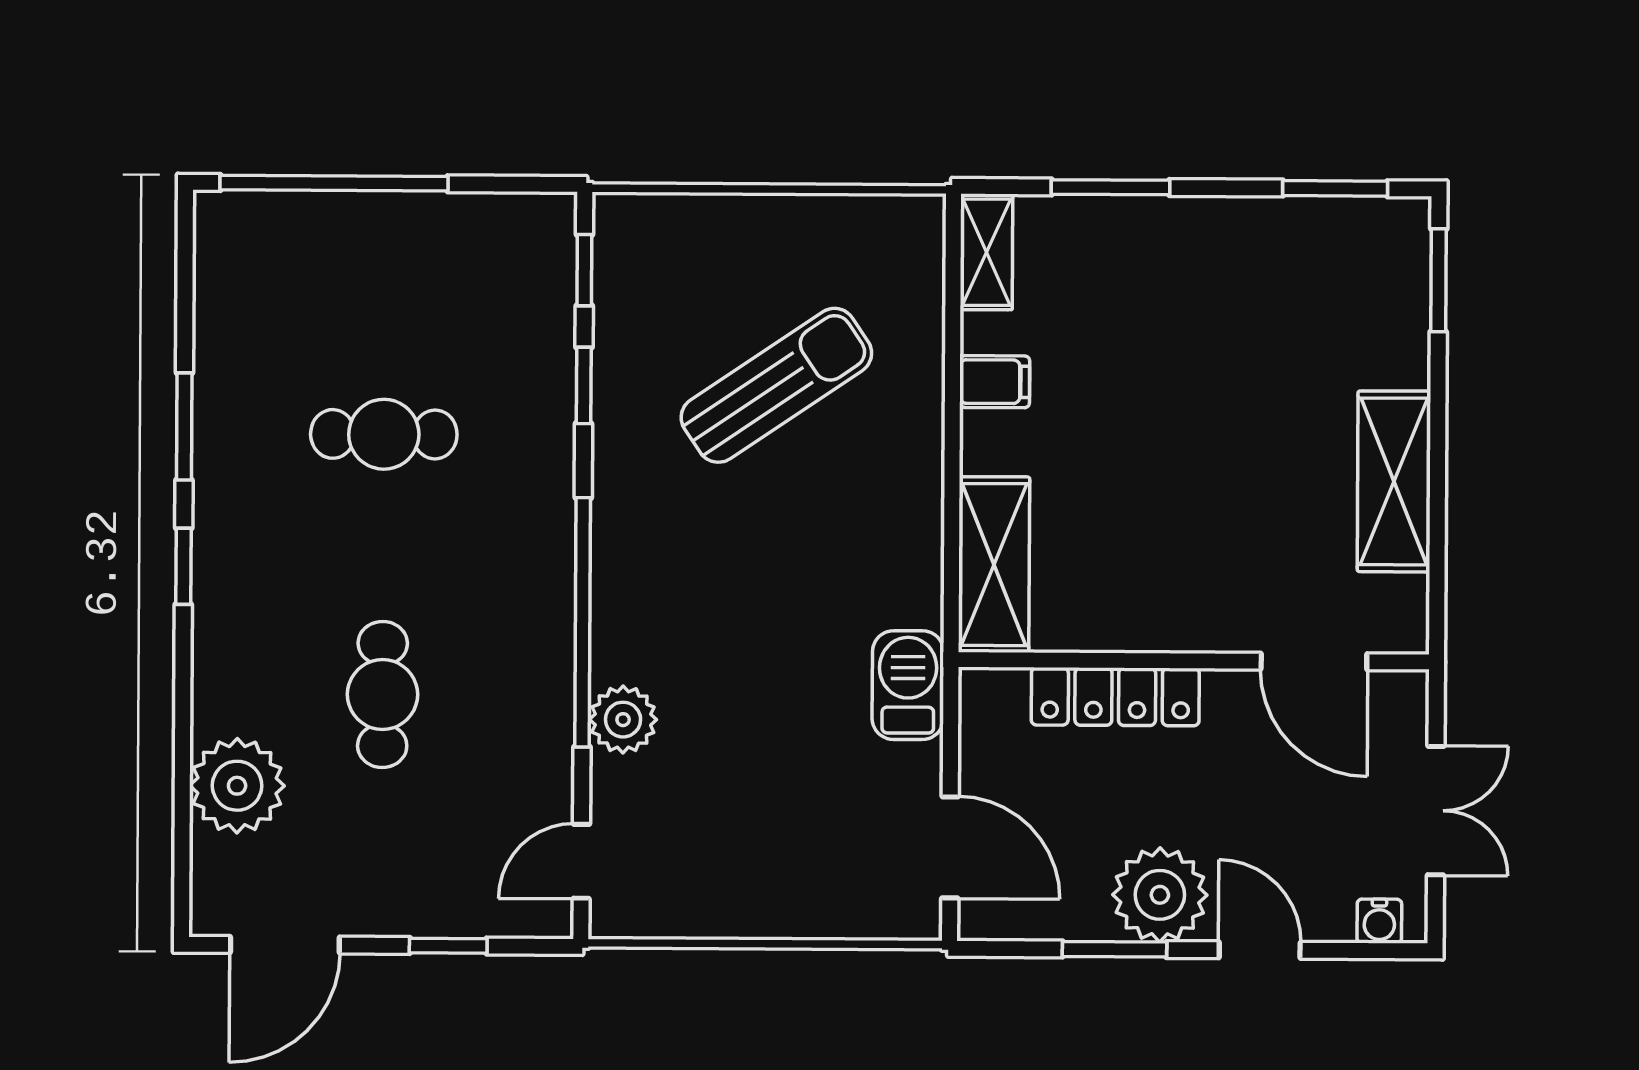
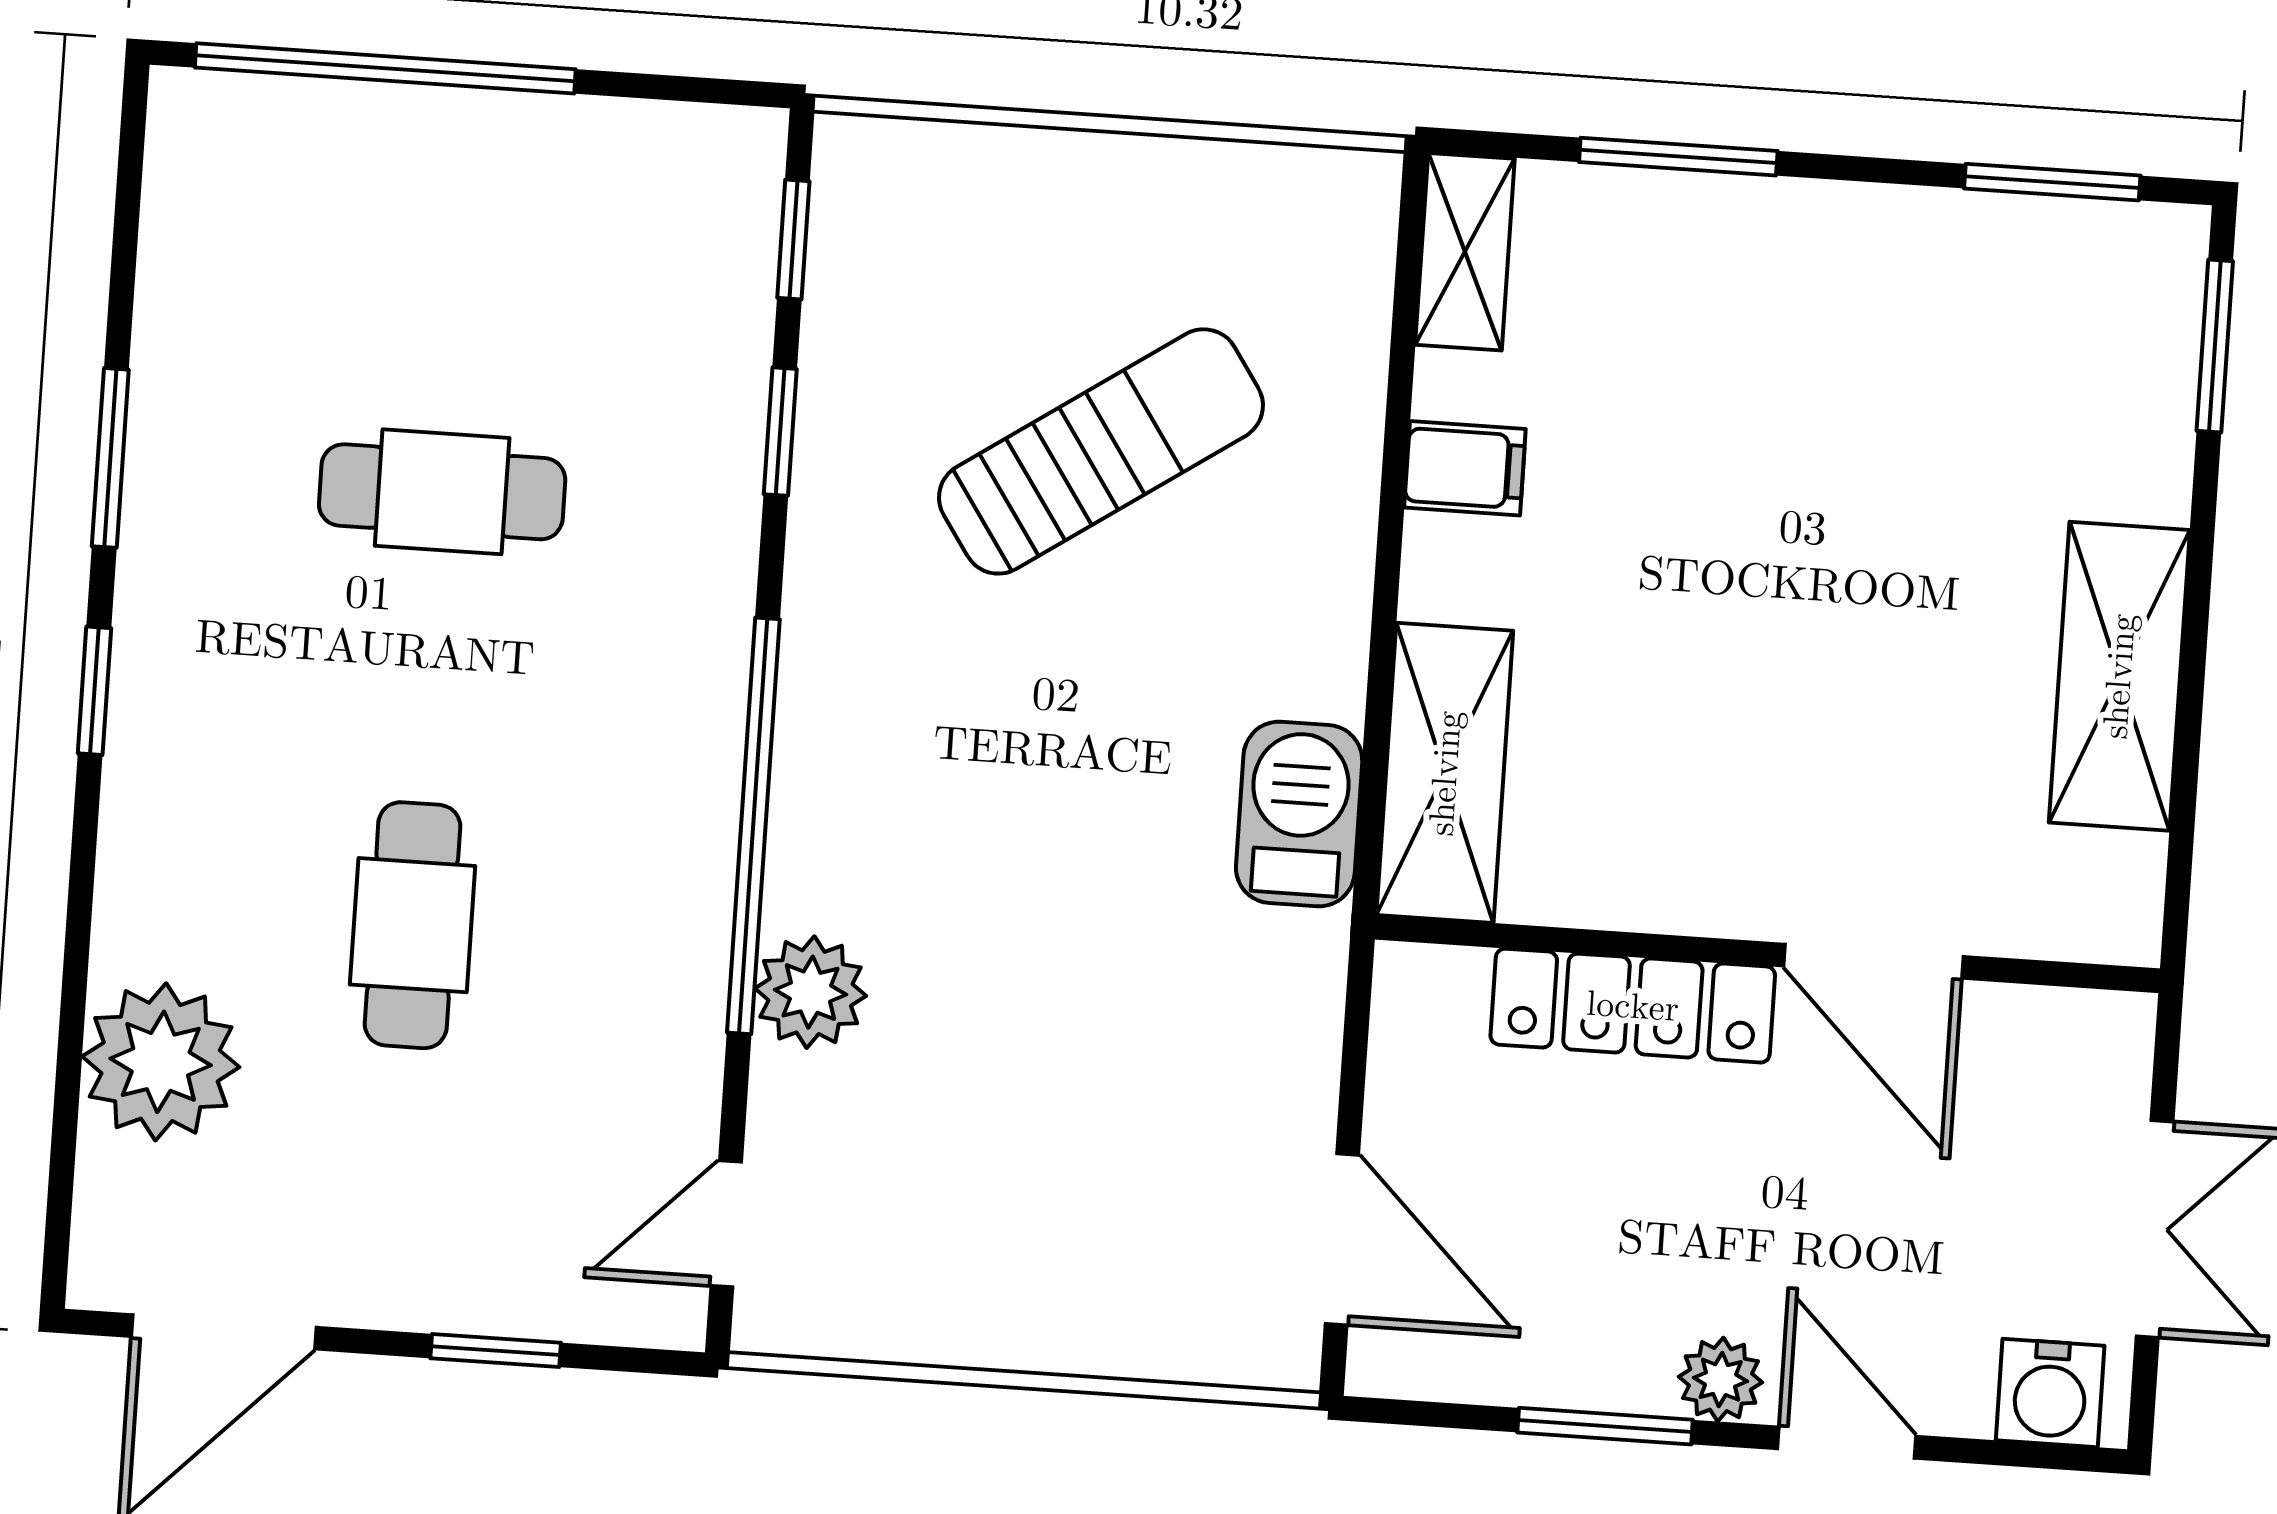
door: (1314, 661) -> (1873, 961), moved
barbecue: (908, 685) -> (1299, 814), moved
plant: (1160, 895) -> (1721, 1380), width x0.53, depth x0.53
water cooler: (1379, 921) -> (2050, 1393), width x1.38, depth x1.38

